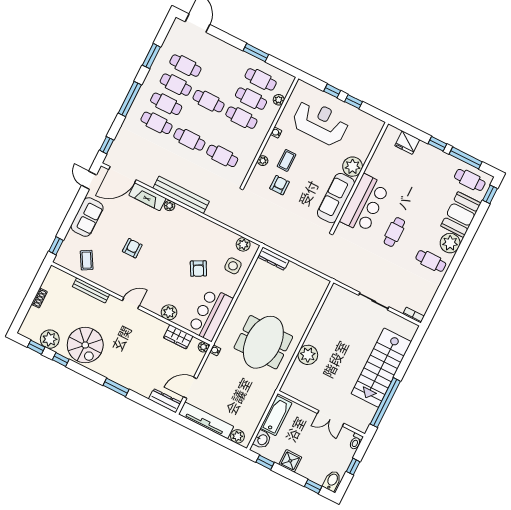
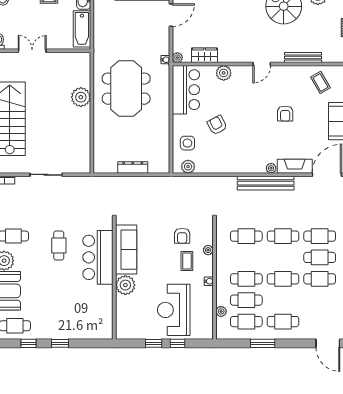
cafe table: (185, 66) -> (283, 322), moved
reception desk: (320, 122) -> (174, 310), turned 90
fridge: (407, 143) -> (87, 331), removed
window: (466, 158) -> (29, 343), width x0.46
dresser: (273, 259) -> (133, 168), moved

